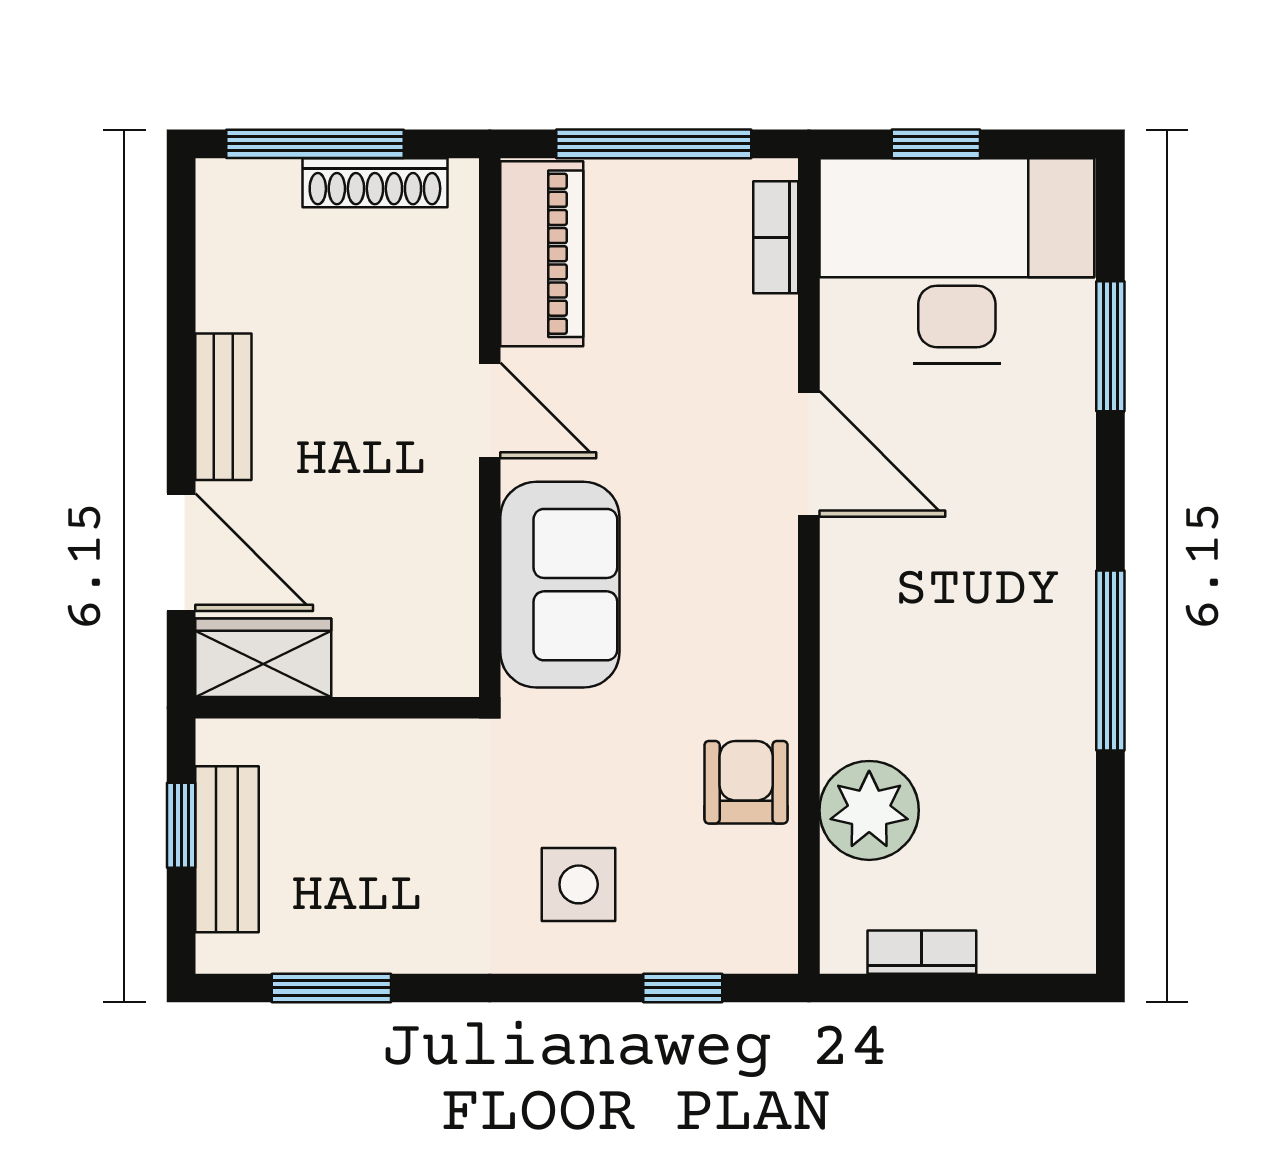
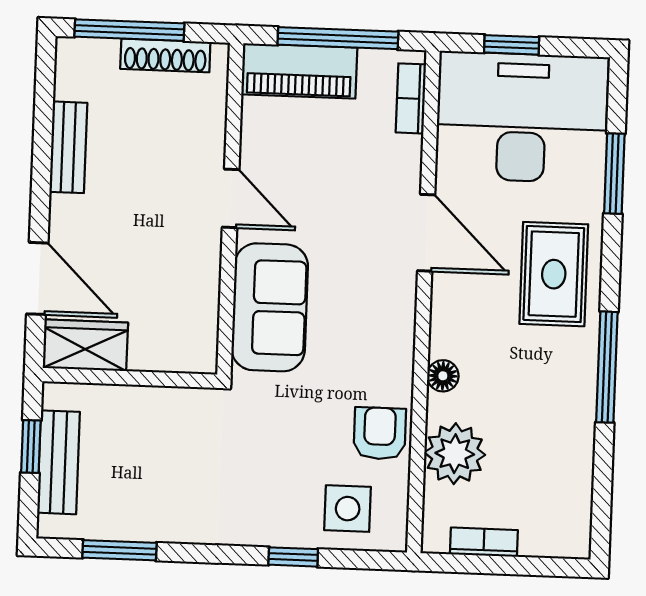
piano: (542, 254) -> (299, 71), moved, turned 90
bench: (223, 407) -> (68, 147), moved
rug: (1018, 513) -> (554, 274), added
floor lamp: (845, 685) -> (443, 376), added
side table: (579, 884) -> (348, 509), moved
window: (683, 988) -> (293, 557), moved

